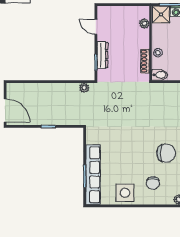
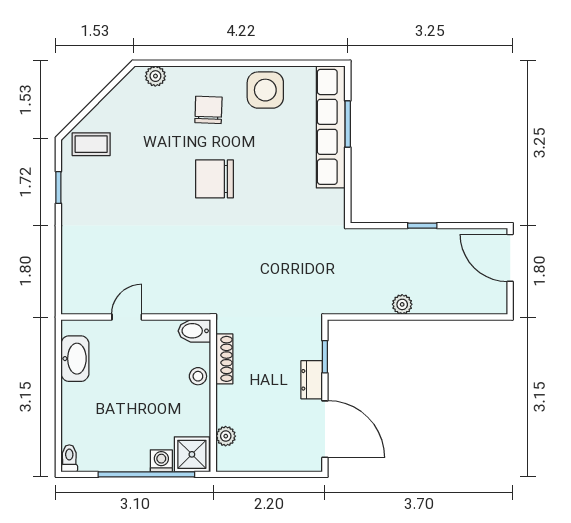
door: (96, 27) -> (325, 429), width x1.87
dresser: (102, 55) -> (312, 380), width x0.70
plant: (84, 88) -> (402, 304), moved
chair: (166, 153) -> (214, 179), moved

